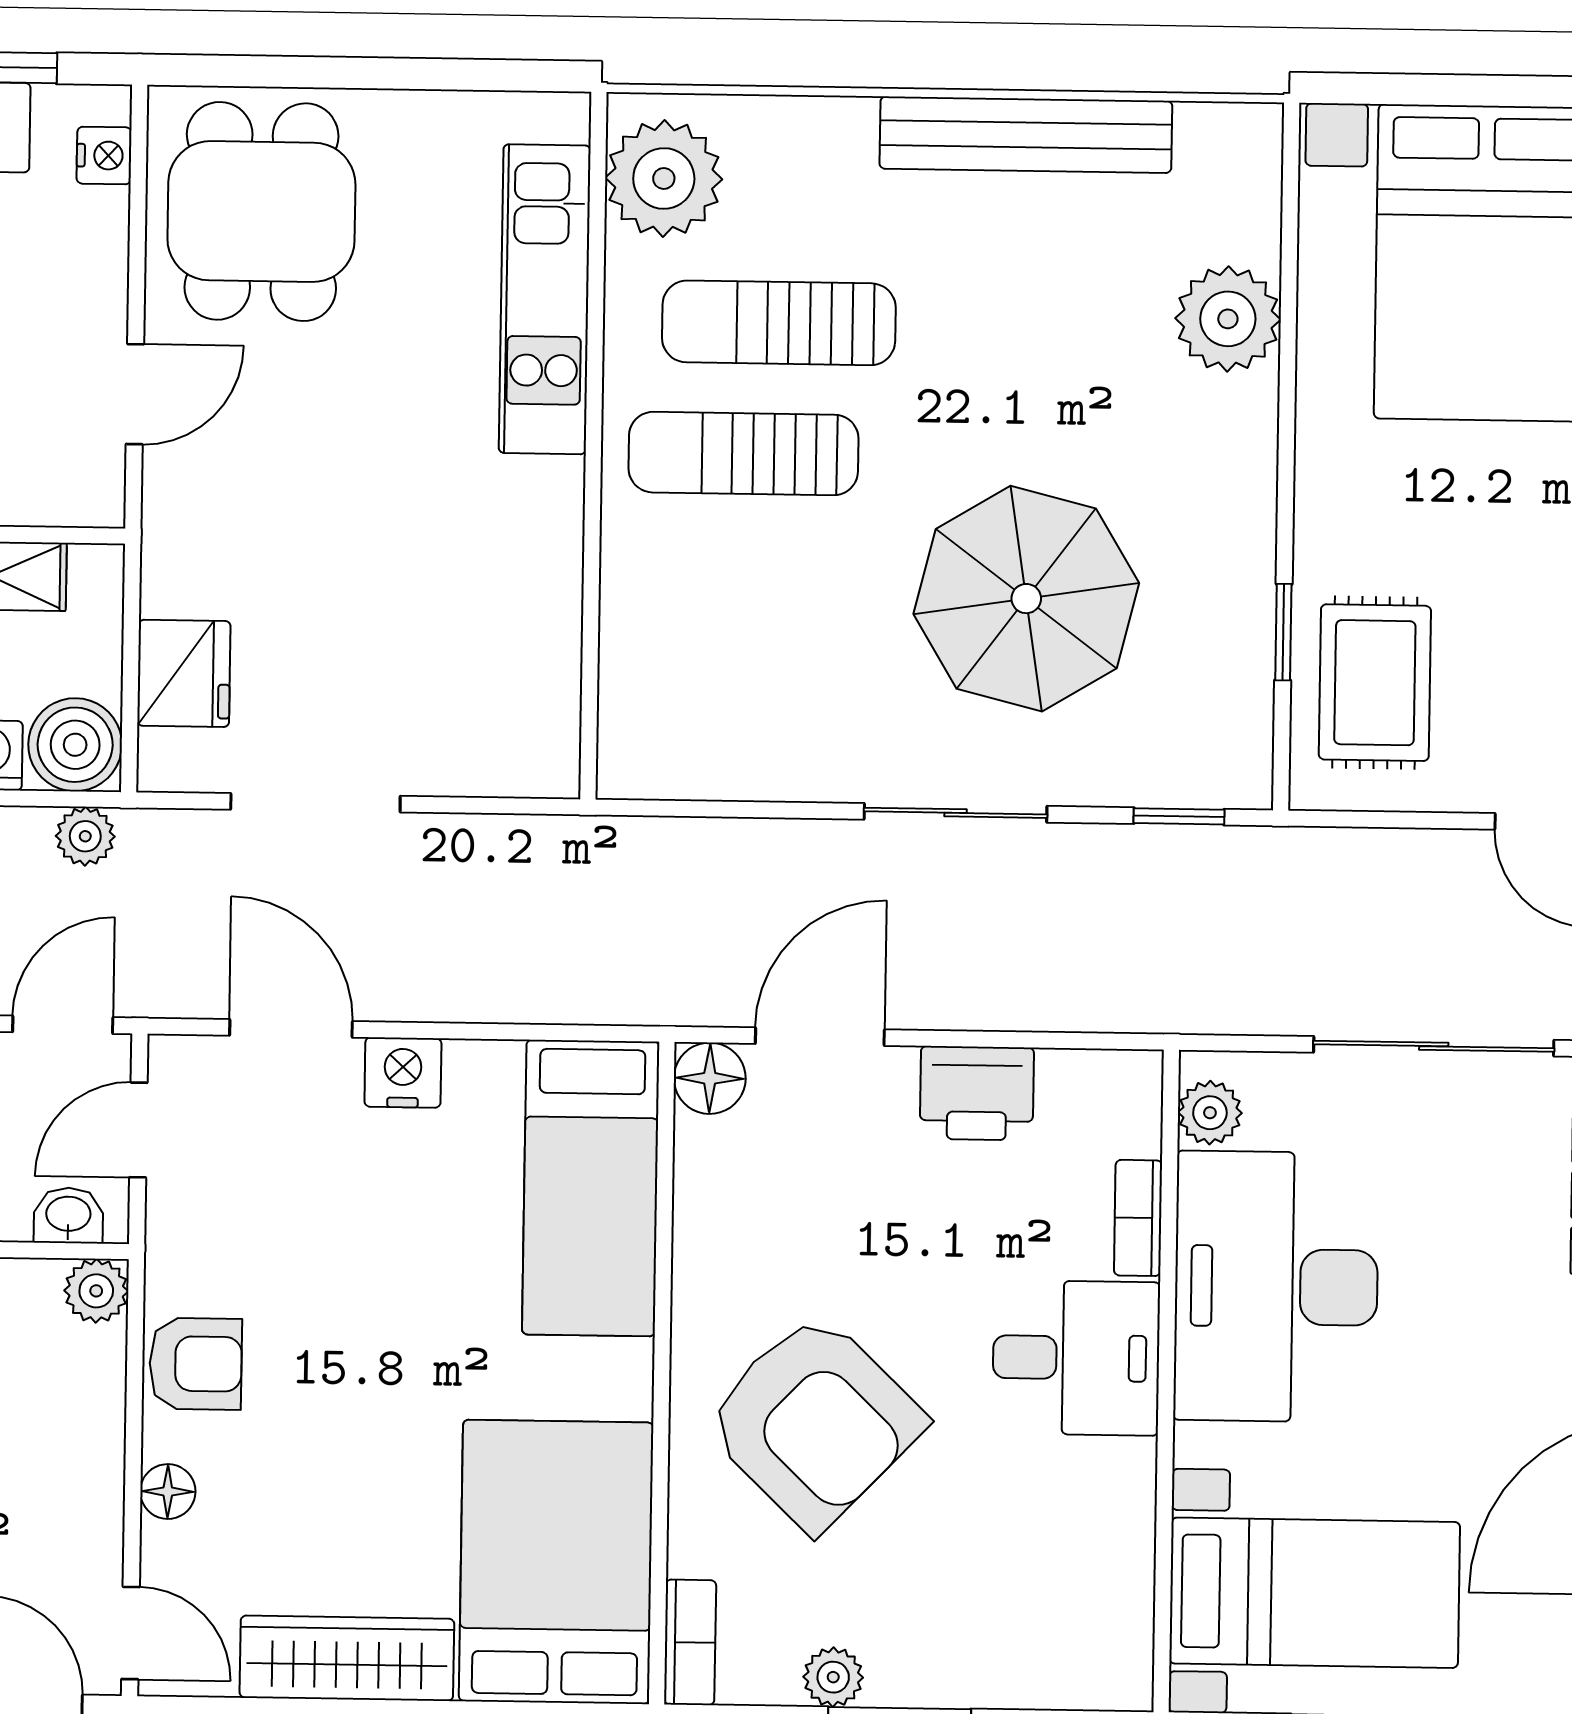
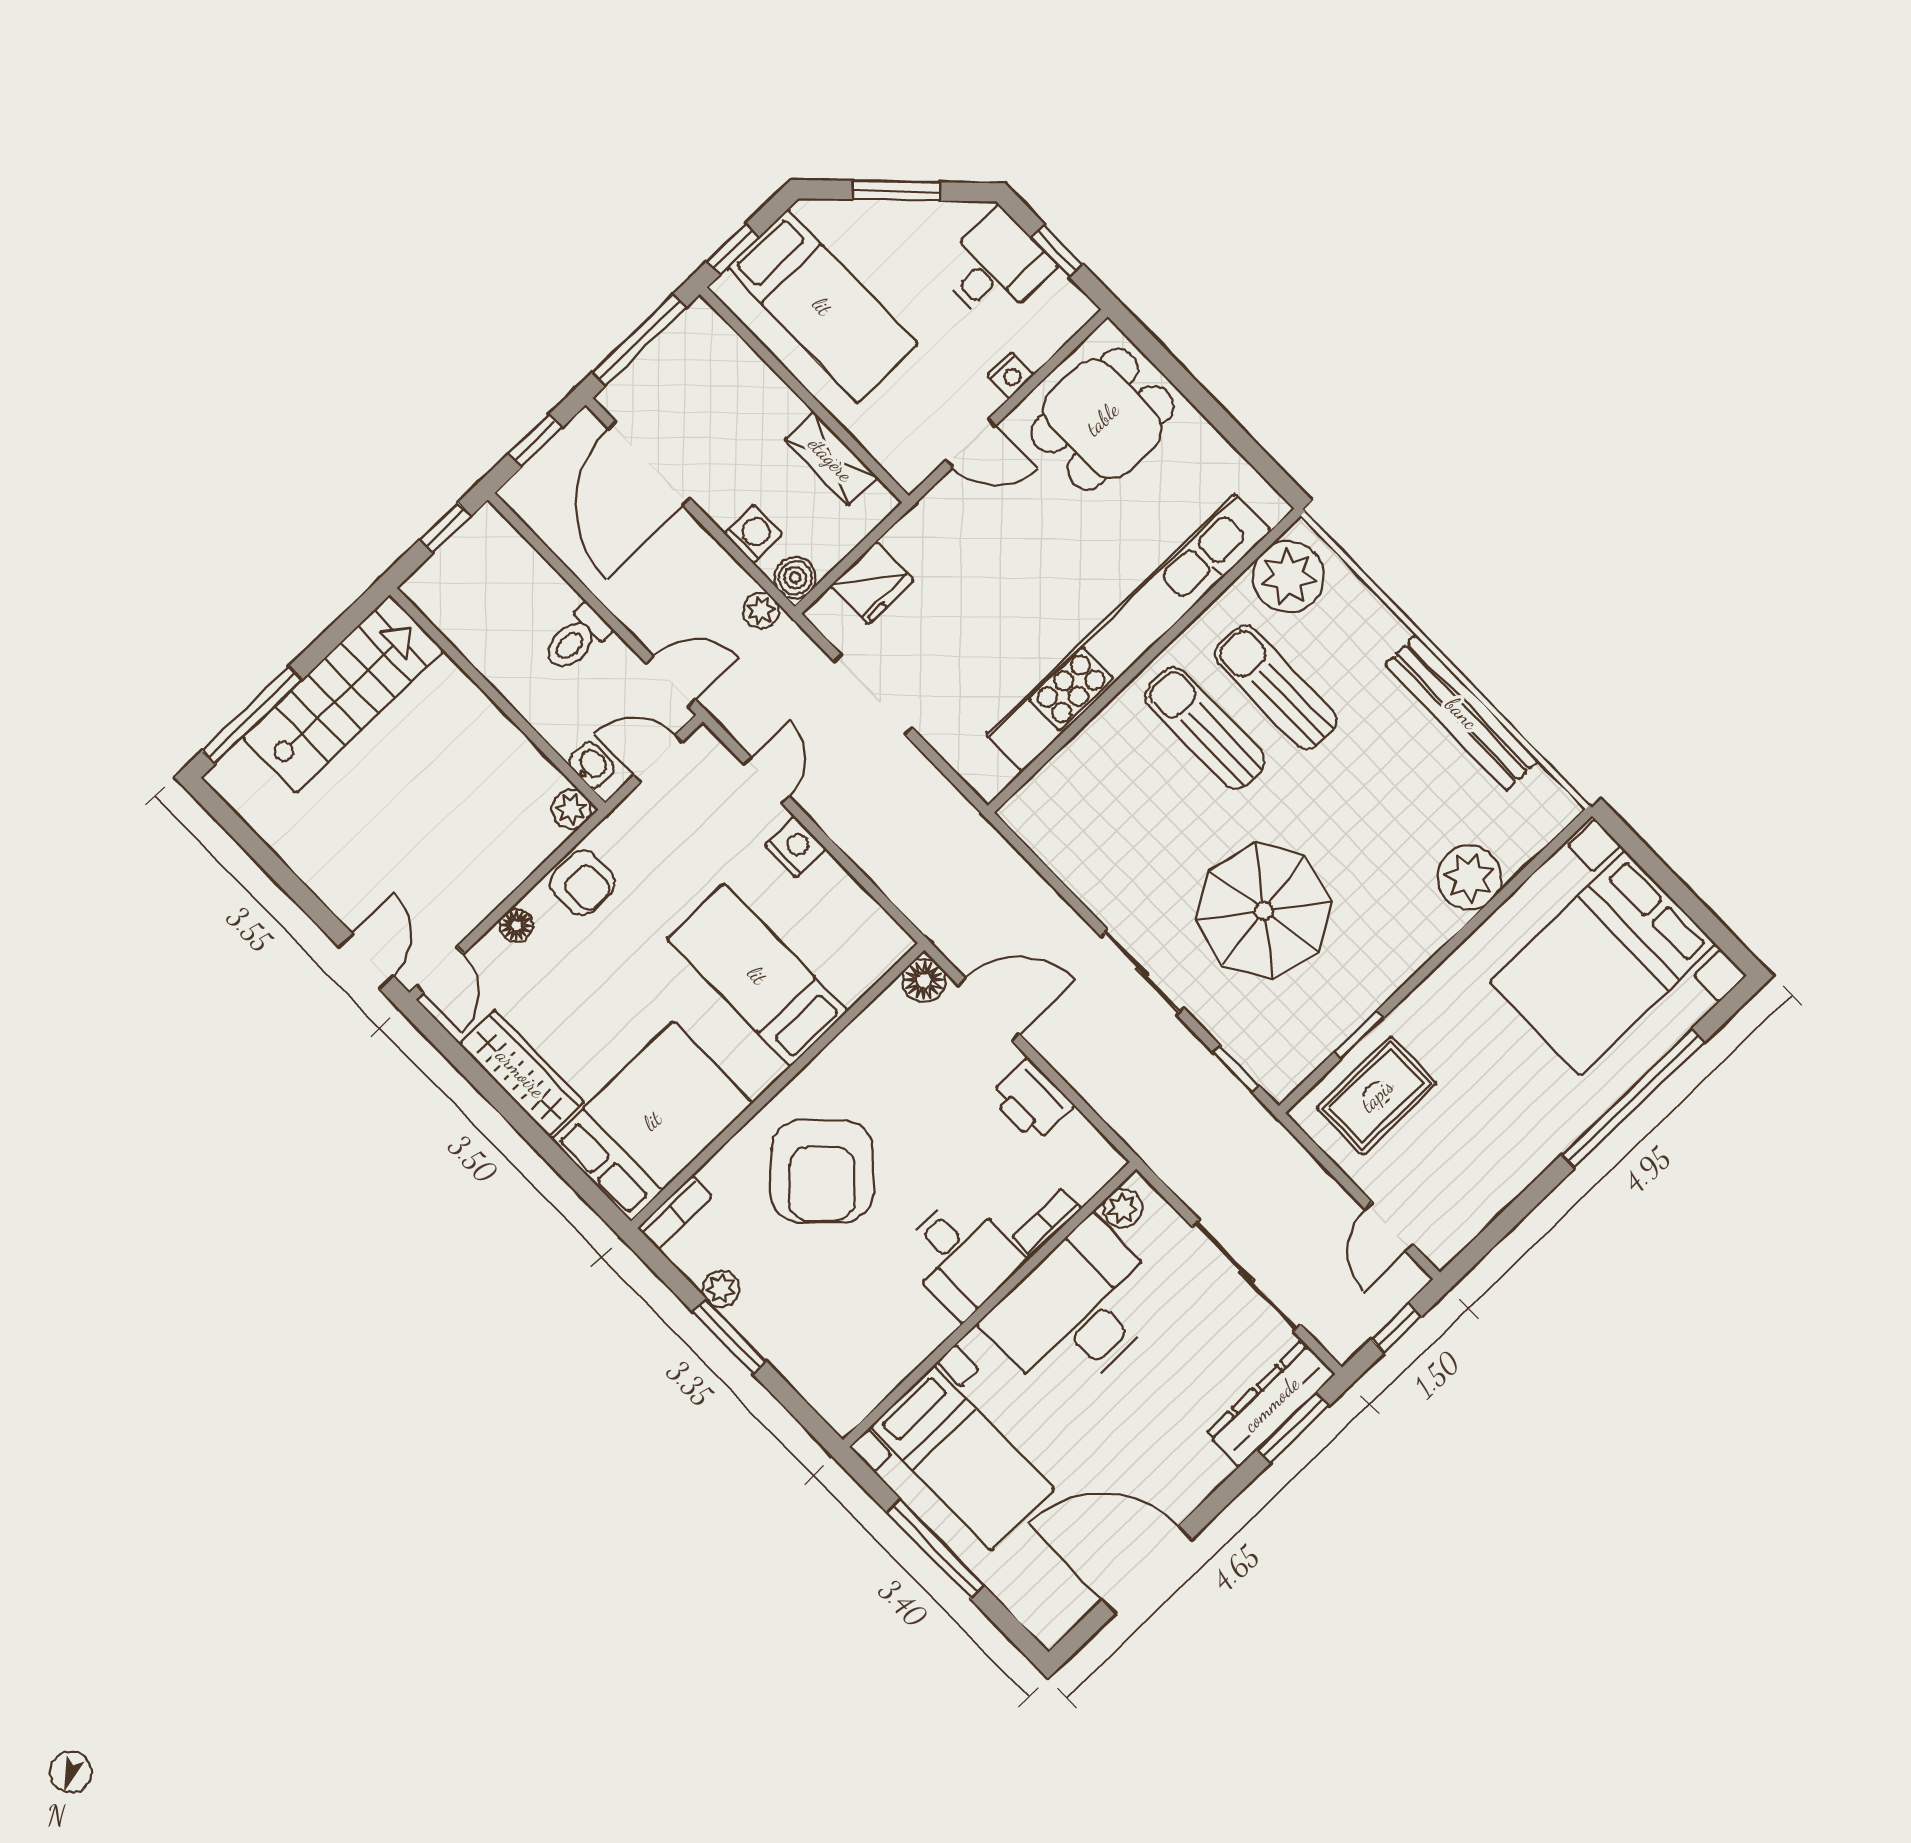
nightstand: (104, 155) -> (1010, 375), moved
kitchen unit: (545, 299) -> (1128, 633), width x1.86
boiler: (75, 745) -> (795, 578), width x0.73, depth x0.73
door: (291, 1028) -> (766, 780), width x0.73
bed: (591, 1188) -> (757, 975), moved, turned 90

